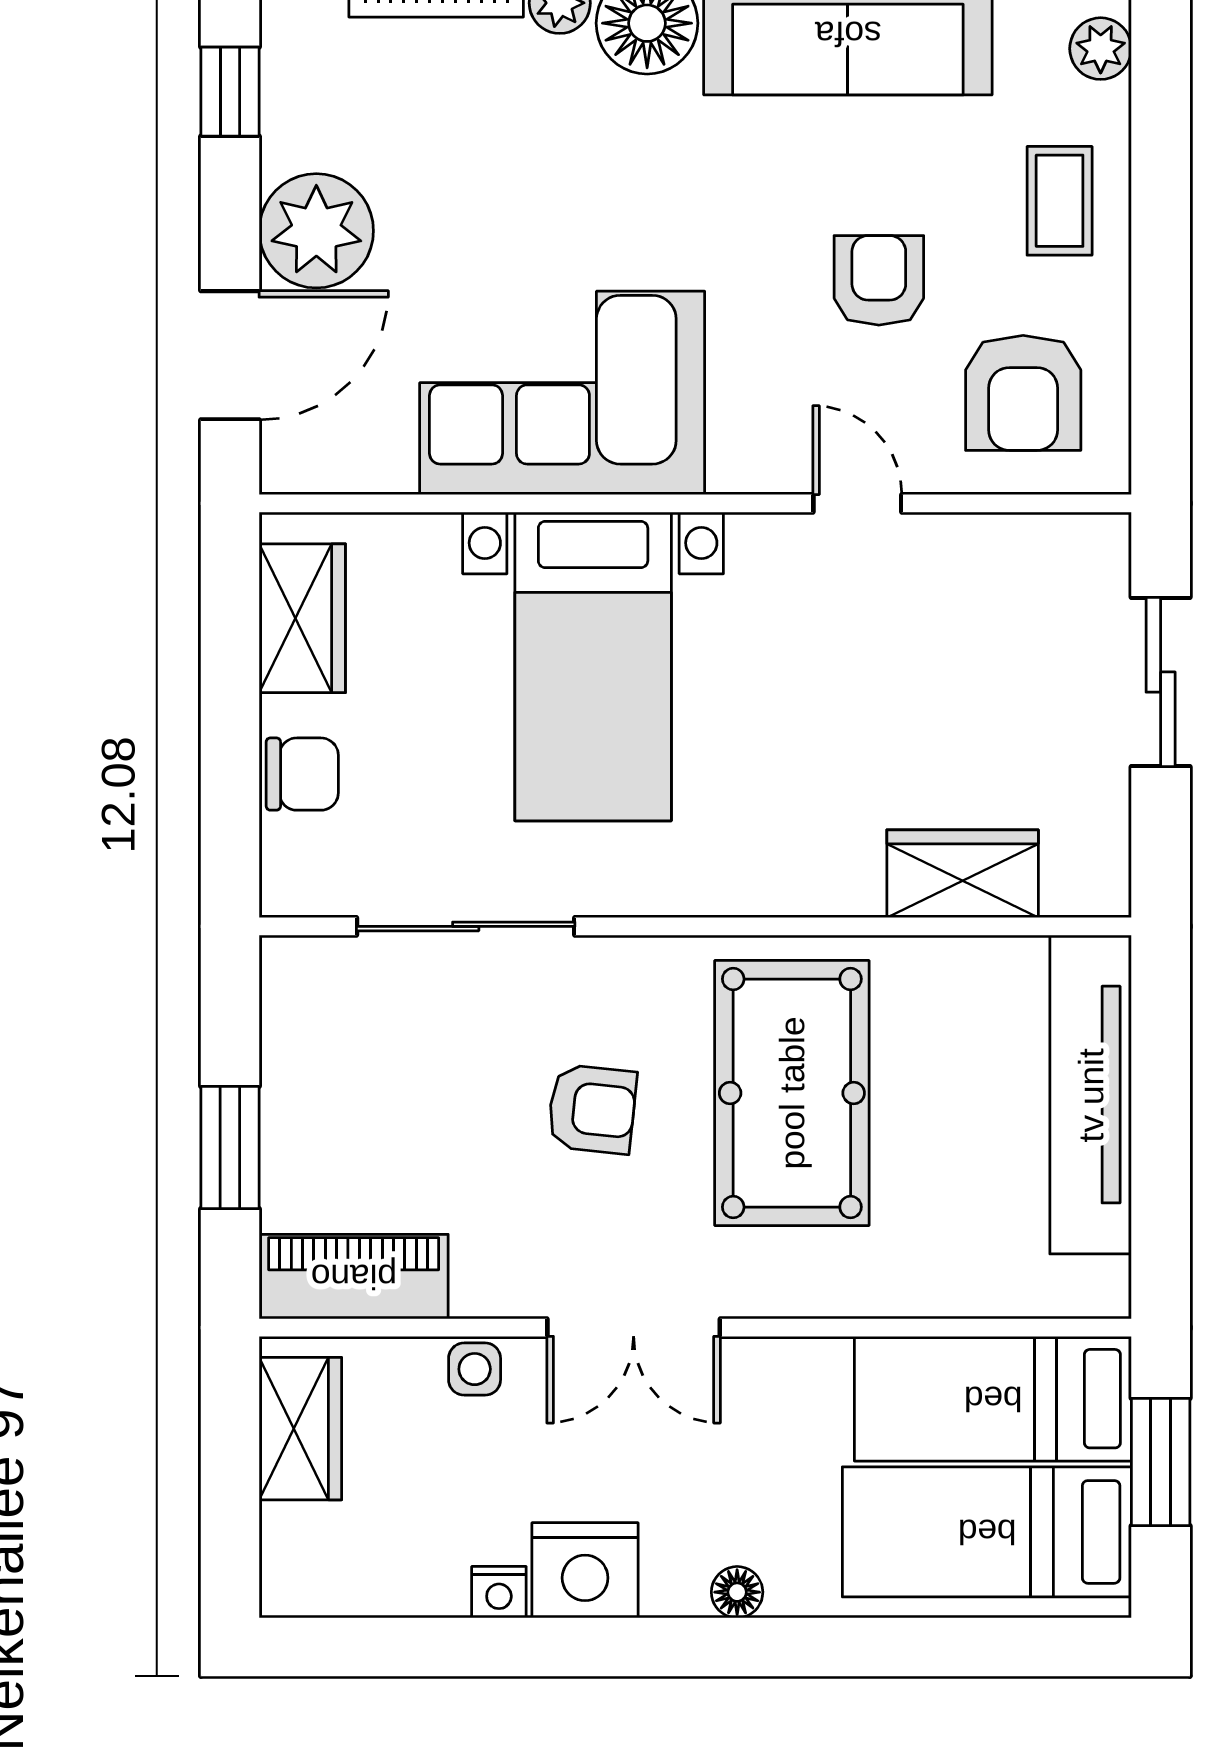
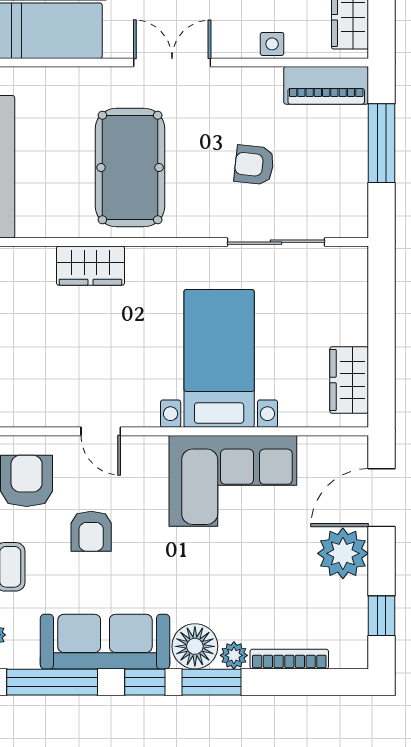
chair: (302, 774) -> (349, 310), removed
wardrobe: (963, 874) -> (90, 266), moved
armchair: (592, 1109) -> (254, 165), moved
window: (230, 1148) -> (382, 143), width x1.44
double door: (634, 1328) -> (172, 63), moved

